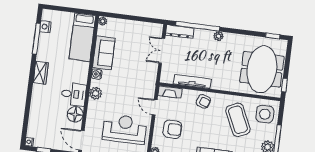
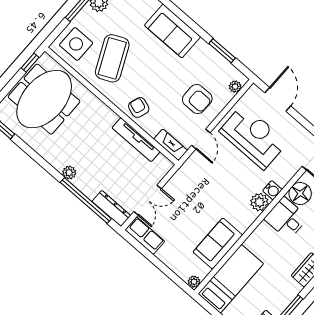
row of seats: (150, 29) -> (145, 236), added
water cooler: (97, 74) -> (272, 190), moved
reception desk: (125, 129) -> (253, 137), turned 180
armchair: (172, 129) -> (197, 99), turned 180

